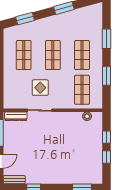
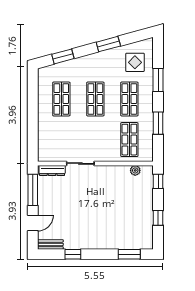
display table: (40, 88) -> (135, 62), moved
window: (107, 137) -> (158, 181), moved

